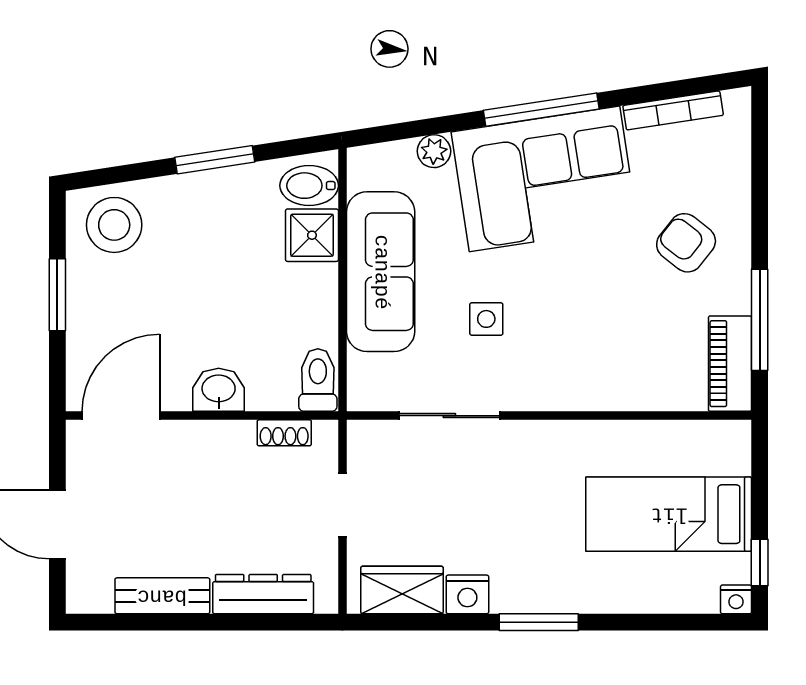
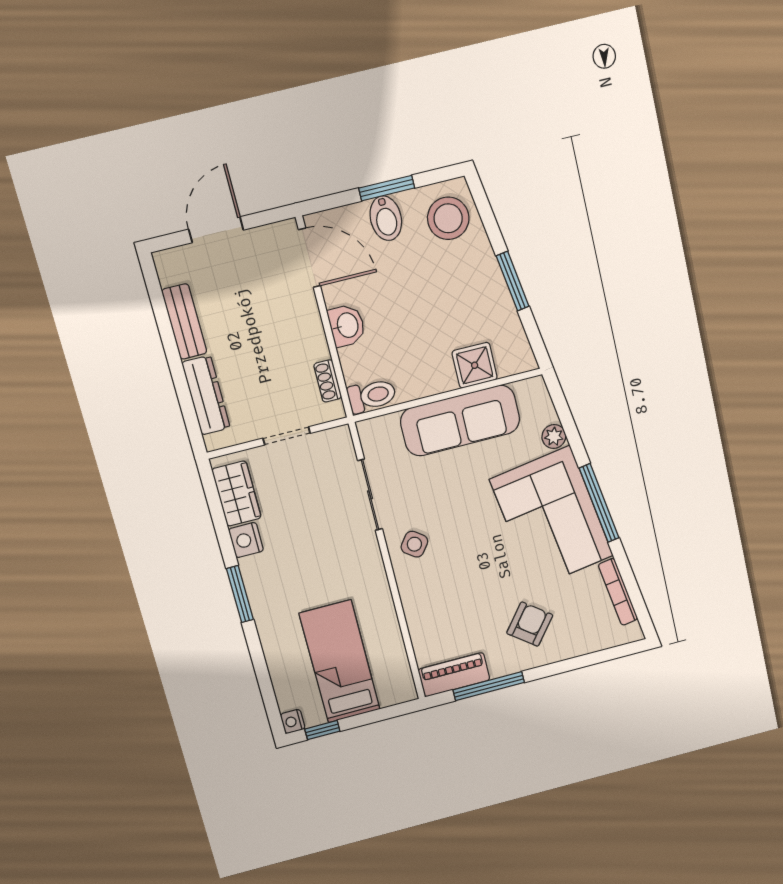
bidet: (309, 186) -> (386, 218), moved, turned 180
side table: (486, 319) -> (414, 544), moved, turned 36

